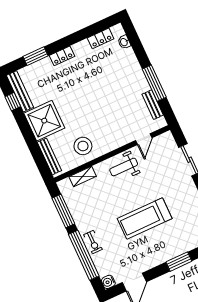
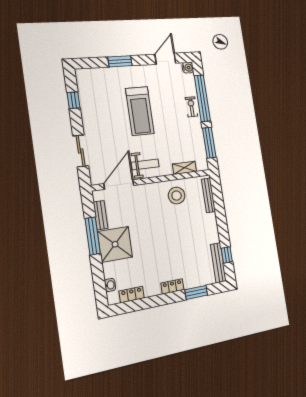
shower: (44, 121) -> (115, 244), moved
door: (144, 139) -> (119, 185), width x1.88
treadmill: (145, 218) -> (140, 111), turned 90

